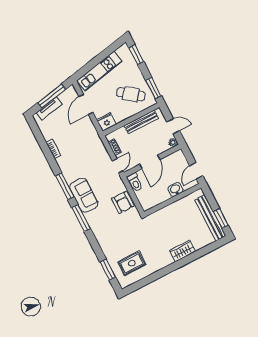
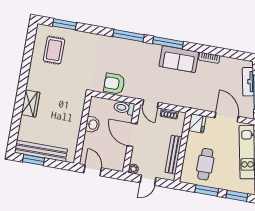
window: (153, 88) -> (207, 190), moved
cafe table: (131, 94) -> (205, 164), turned -38
washbasin: (175, 190) -> (93, 125), moved
sofa: (84, 195) -> (179, 59), moved

